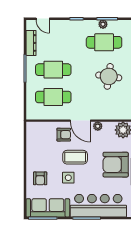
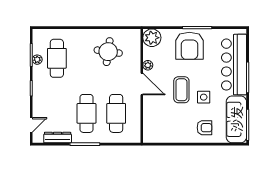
round table: (109, 76) -> (108, 52), moved
door: (80, 121) -> (142, 84), hinge flipped
armchair: (64, 135) -> (157, 102), removed

